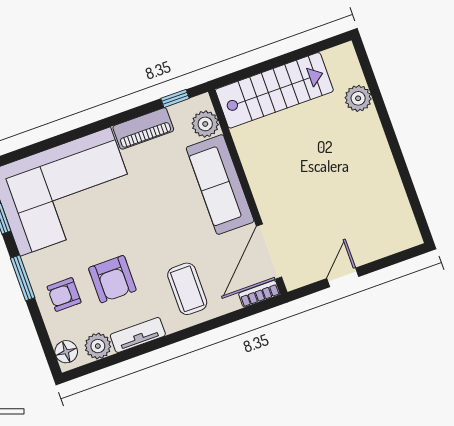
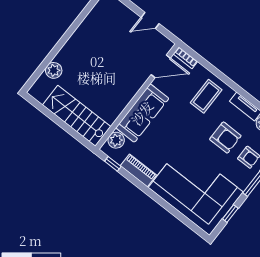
door: (269, 252) -> (161, 66), width x0.73
armchair: (112, 279) -> (225, 138), turned 90

